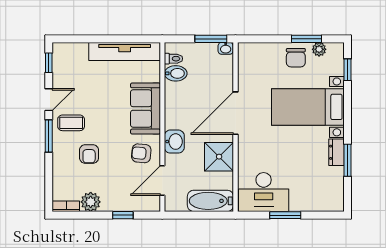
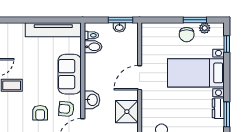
washbasin: (226, 48) -> (119, 27), moved
door: (235, 113) -> (140, 78), width x0.73
armchair: (89, 154) -> (40, 113), moved

